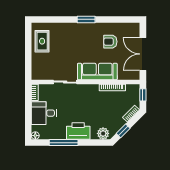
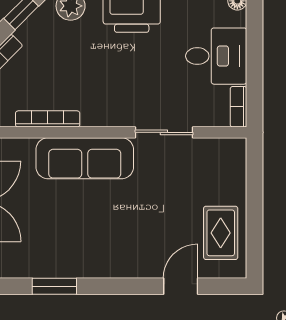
door: (58, 19) -> (181, 286), added
window: (86, 19) -> (54, 286), moved
armchair: (110, 42) -> (53, 232), removed

